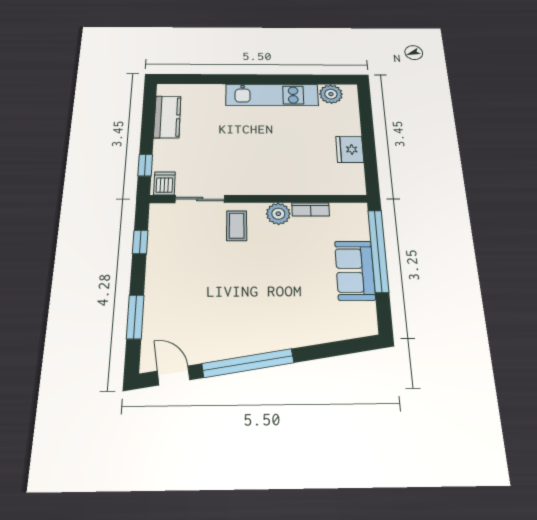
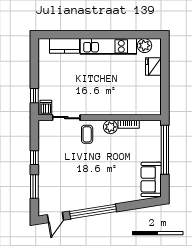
kitchen counter: (167, 117) -> (65, 46), moved, turned 90
fridge: (350, 149) -> (153, 67), moved
window: (140, 242) -> (34, 158), moved
sofa: (355, 270) -> (151, 179), moved
door: (174, 375) -> (55, 217), swing flipped

